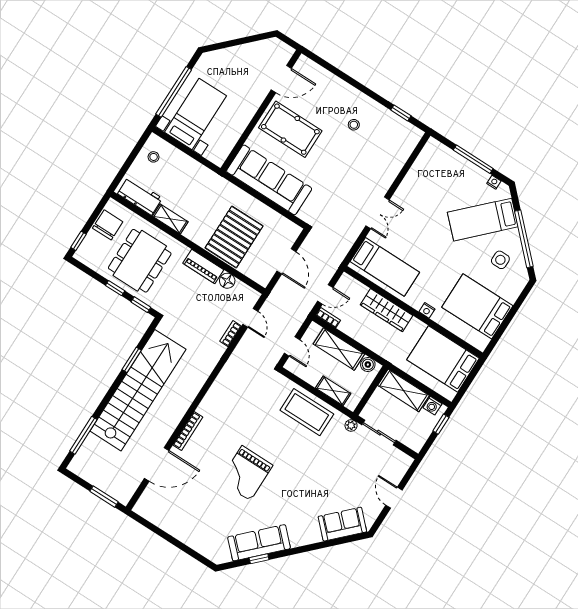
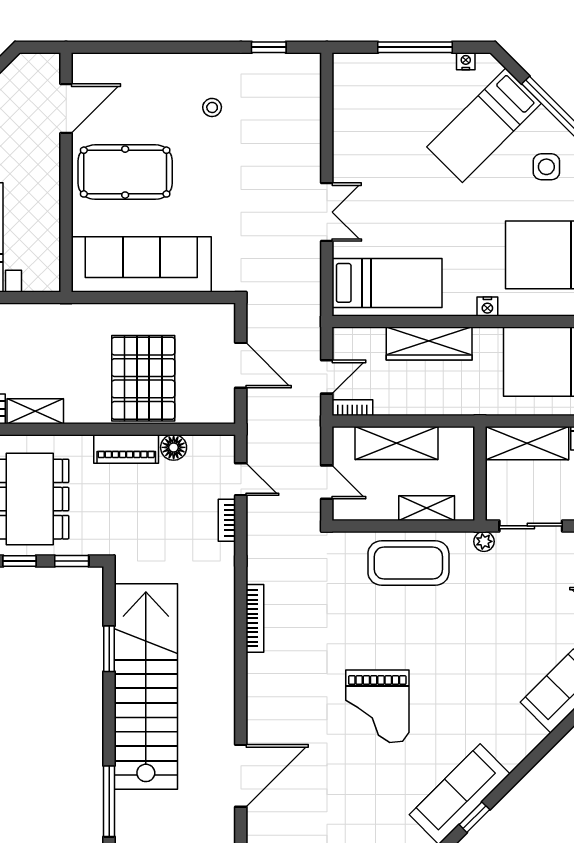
boiler: (368, 364) -> (452, 439), removed
bookcase: (188, 431) -> (255, 618), moved

